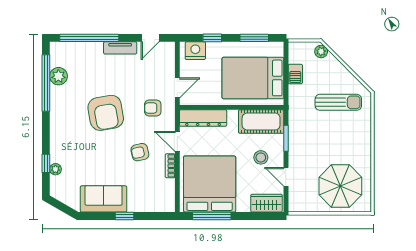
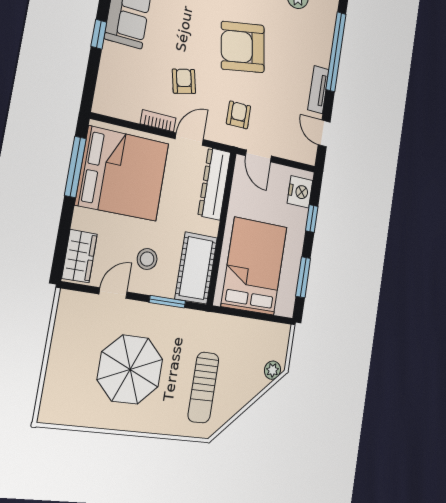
barbecue: (295, 74) -> (250, 329), removed
parasol: (340, 186) -> (130, 369), moved

